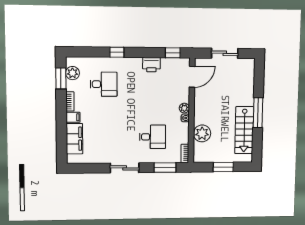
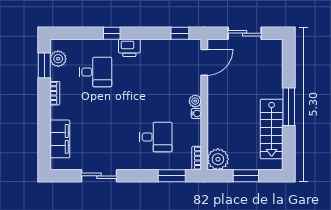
printer: (151, 65) -> (129, 48), moved
filing cabinet: (73, 117) -> (58, 113), removed
plant: (202, 133) -> (218, 159), moved
sliding door: (125, 168) -> (99, 176), moved

